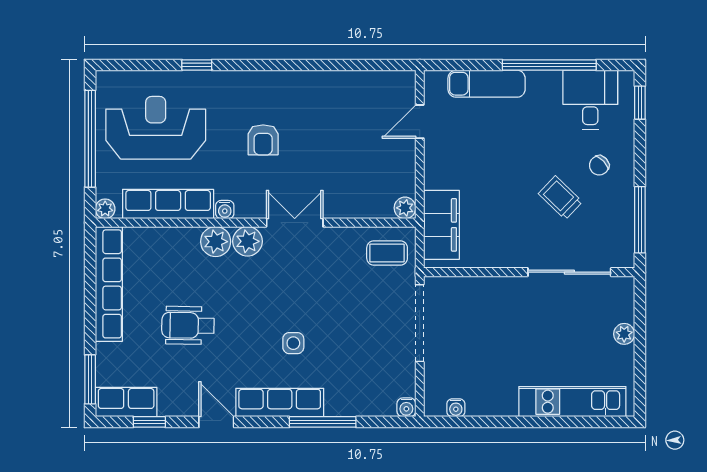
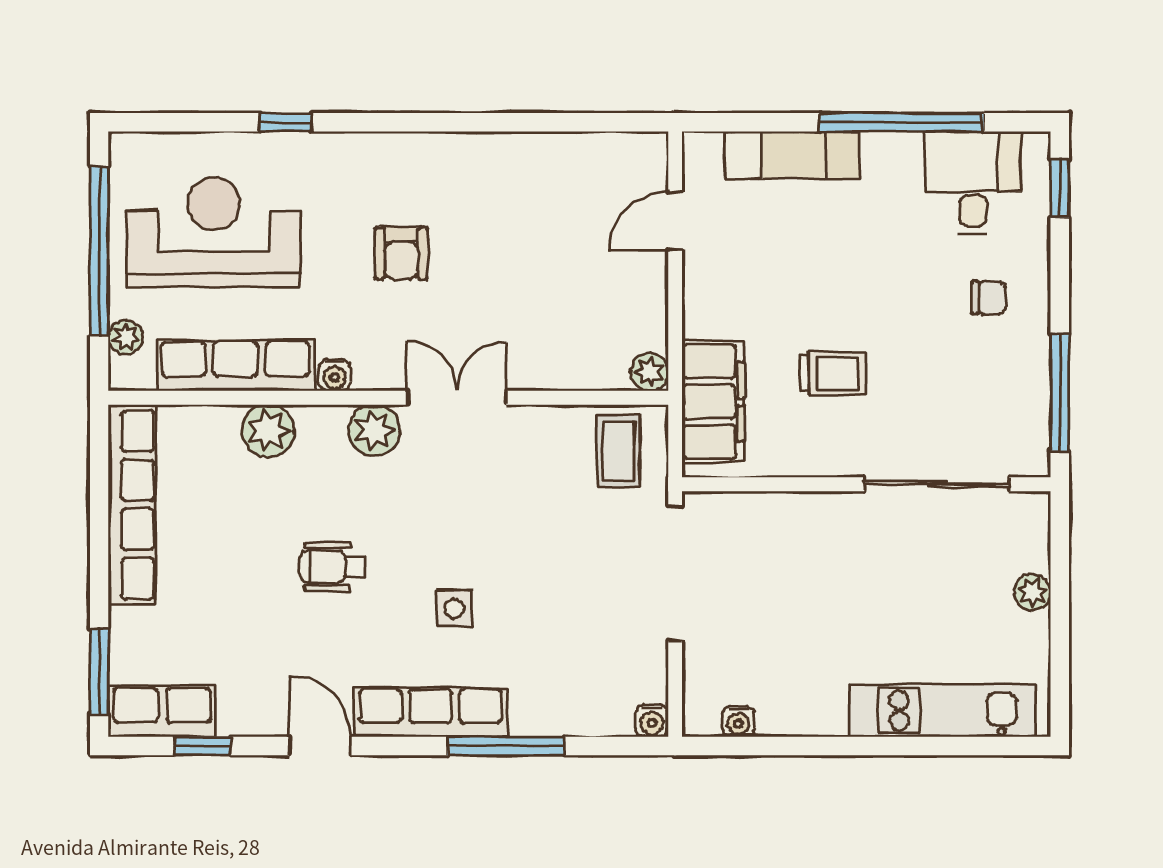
chair: (599, 165) -> (989, 298), turned -136
trolley: (560, 198) -> (833, 373), moved, turned 136
plant: (105, 209) -> (125, 337), moved
plant: (216, 242) -> (268, 431), moved
coffee table: (387, 253) -> (618, 451), turned 90
wheelchair: (188, 325) -> (333, 567), moved, width x0.73, depth x0.73

